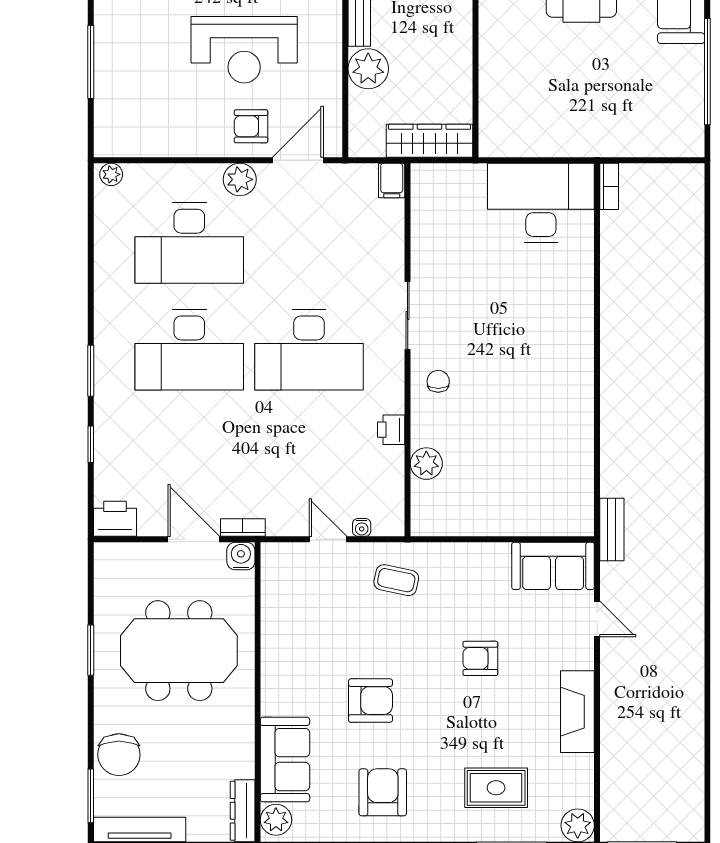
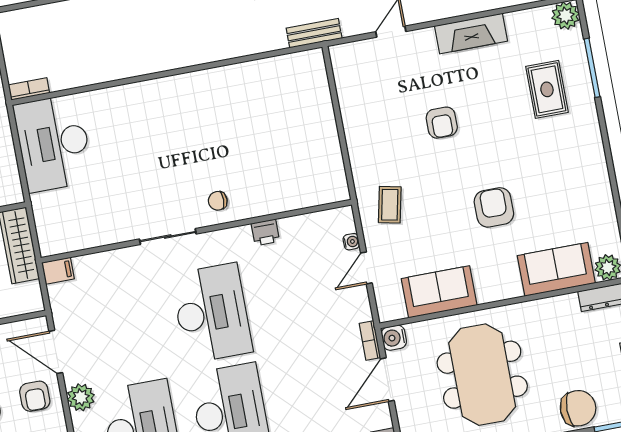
plant: (426, 464) -> (288, 198), removed
sofa: (553, 566) -> (439, 292), moved, turned -90
armchair: (383, 792) -> (568, 183), removed

